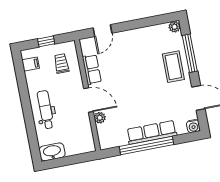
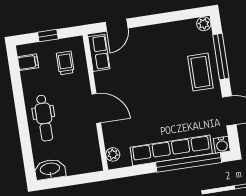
row of seats: (92, 70) -> (99, 53), moved
dental chair: (46, 110) -> (44, 118), turned 180
plant: (100, 118) -> (113, 154), moved
row of seats: (152, 132) -> (171, 150), width x1.36
window: (147, 146) -> (189, 162), moved

